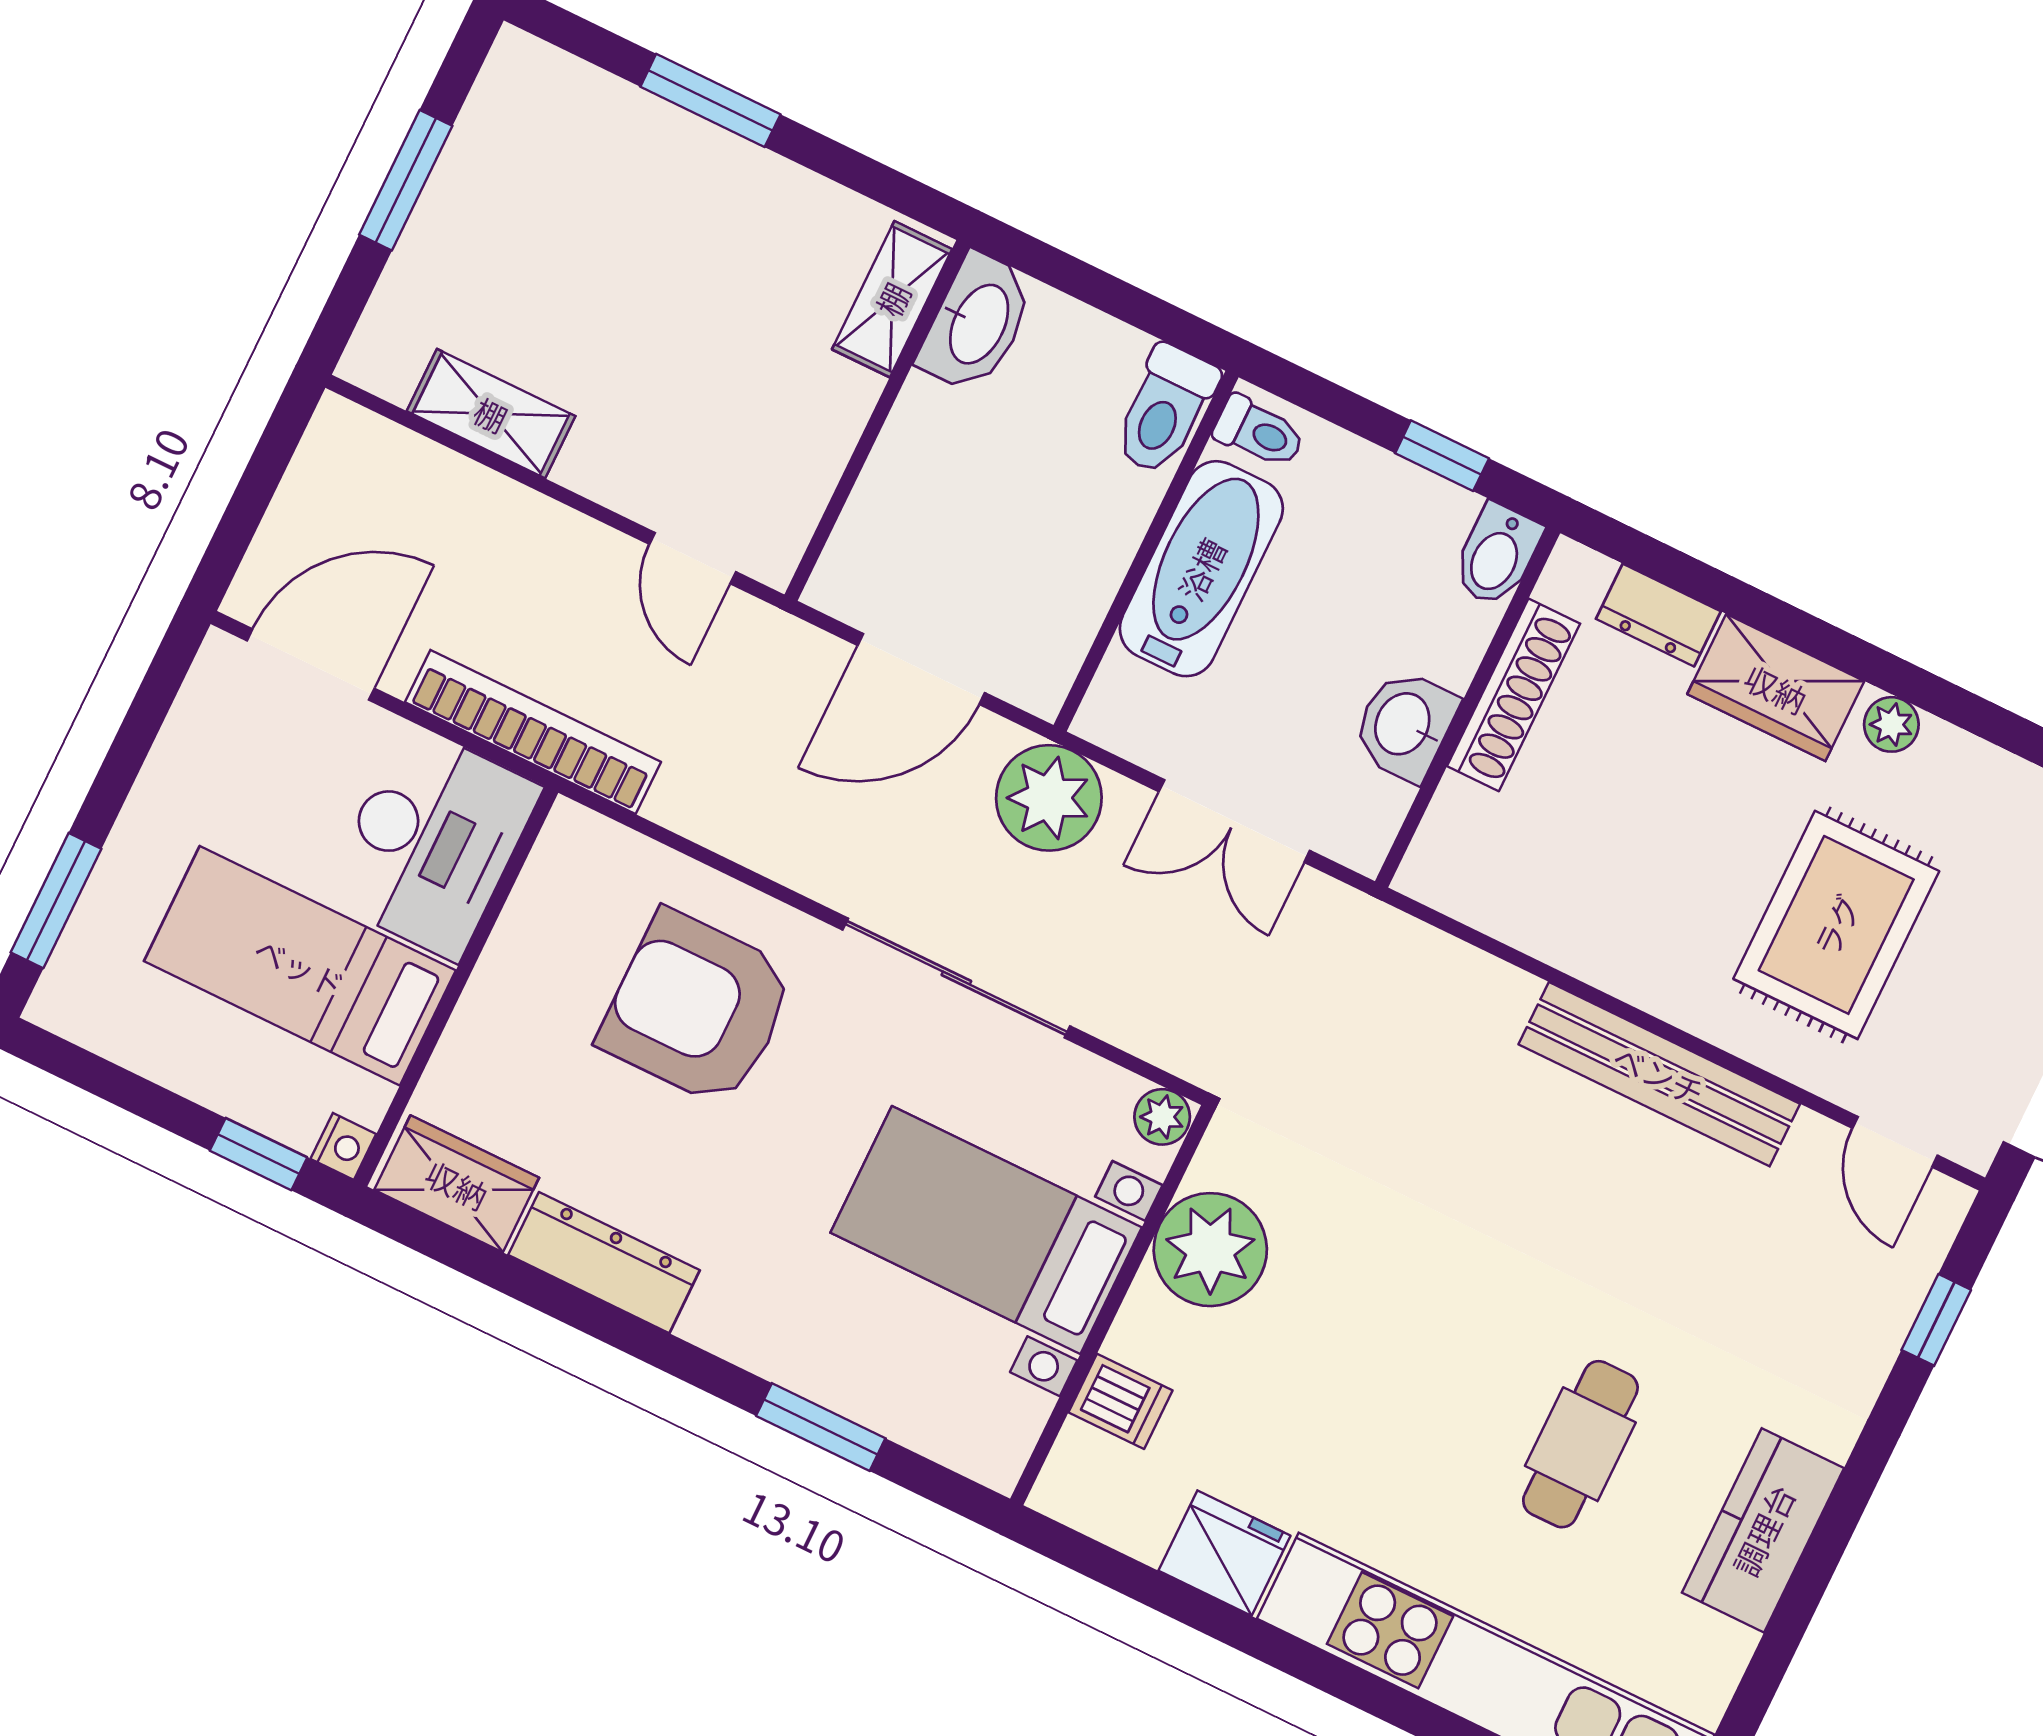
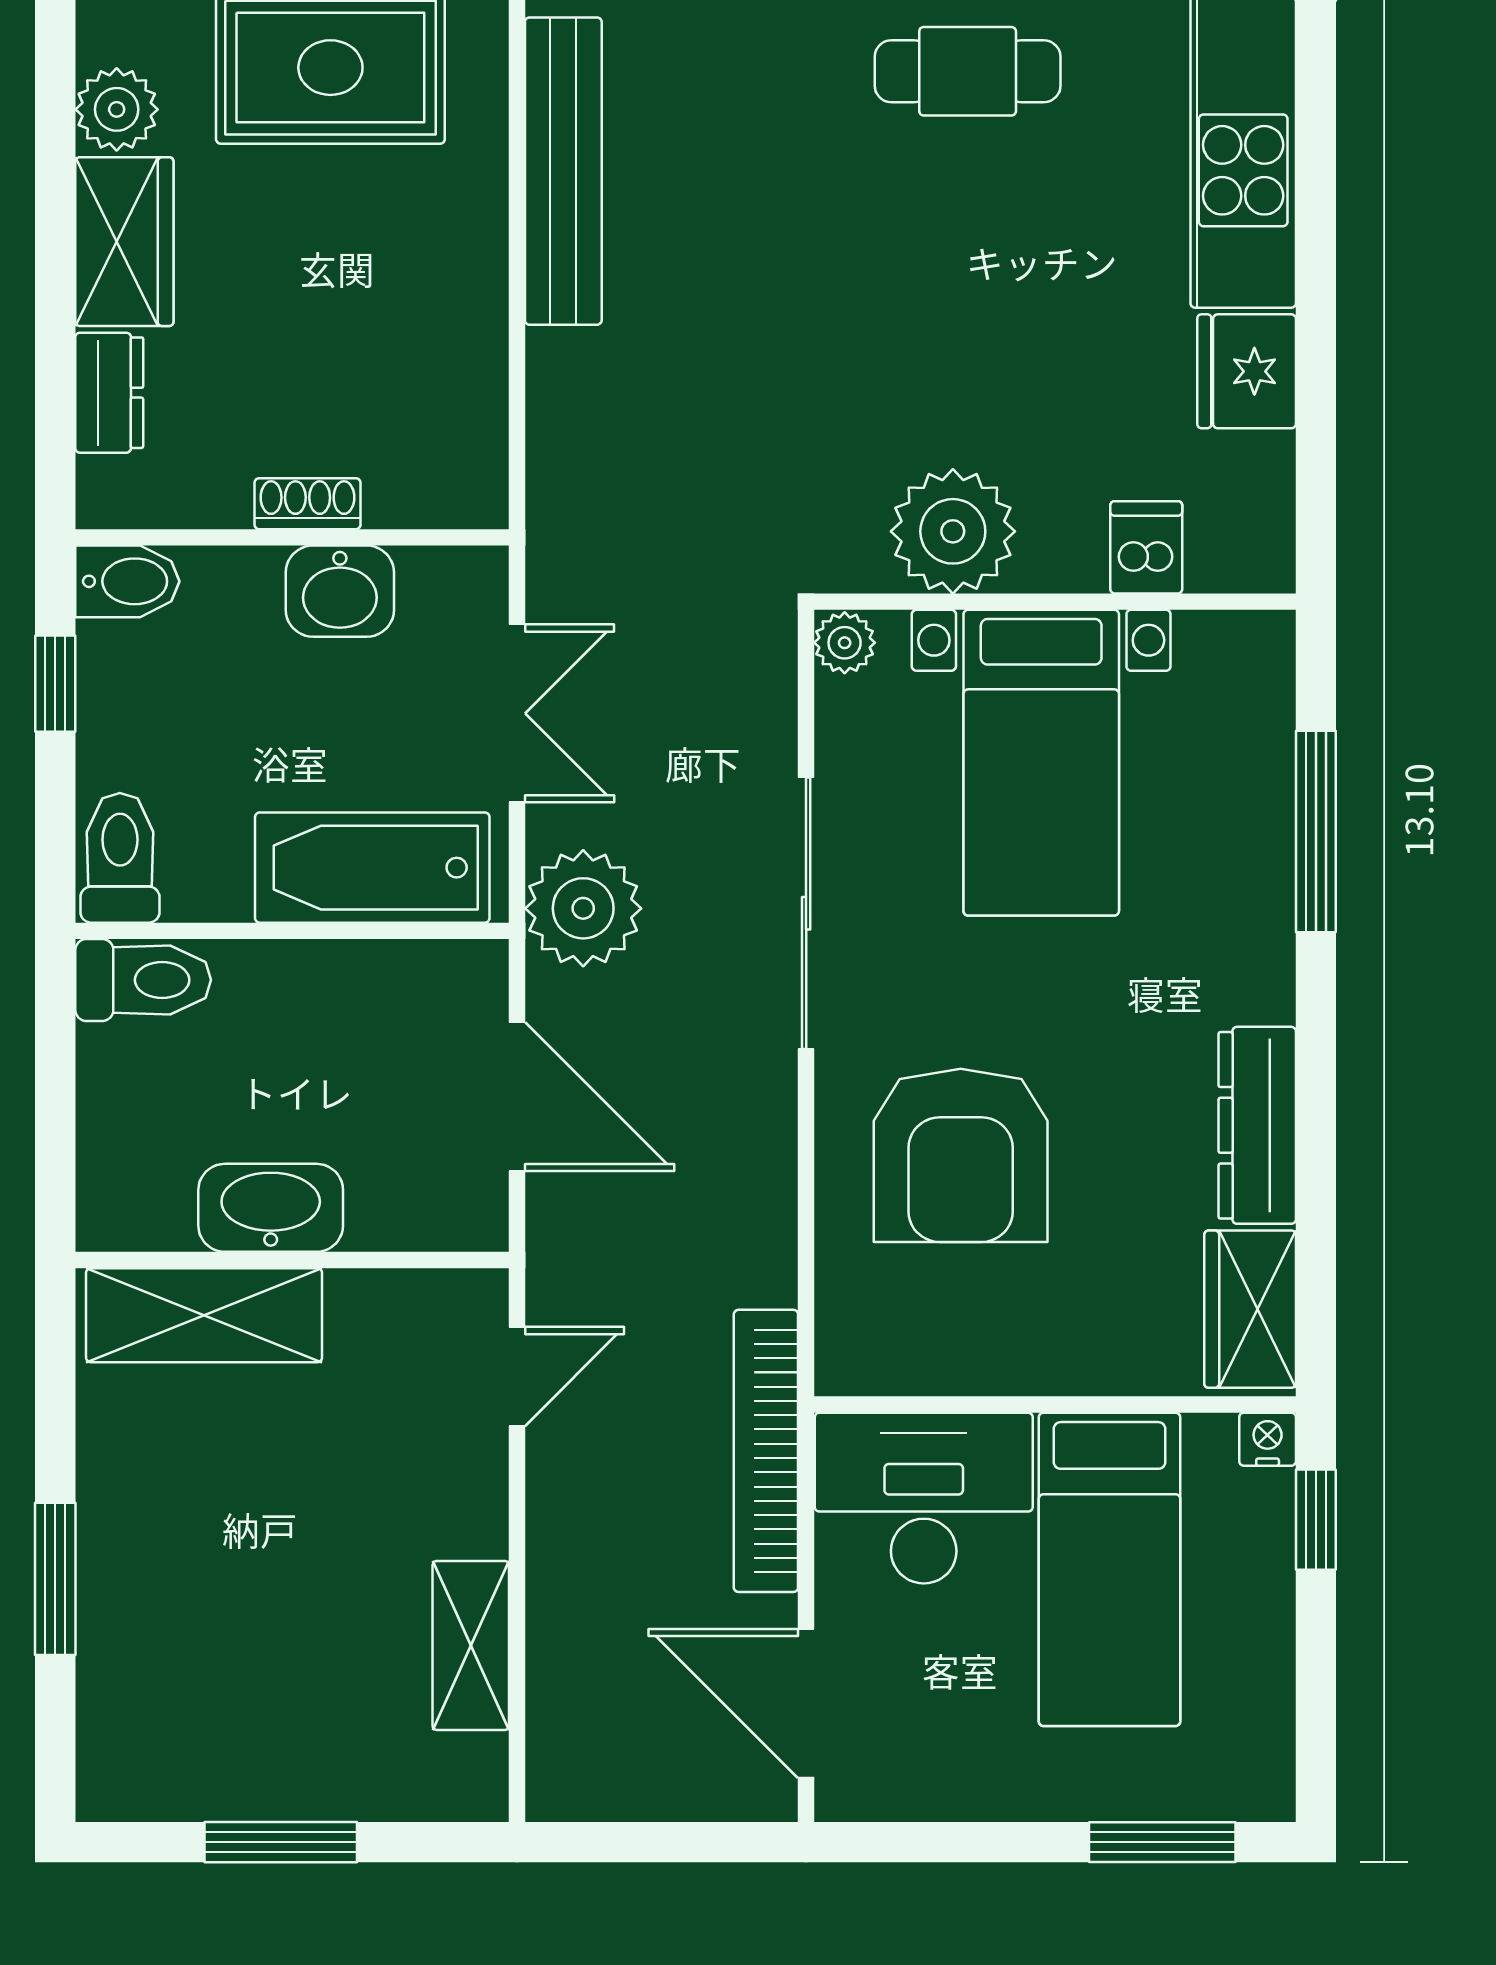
shelving: (892, 299) -> (204, 1315), width x1.50, depth x1.33
washbasin: (977, 323) -> (271, 1208), moved
toilet: (1259, 432) -> (120, 858), width x1.37, depth x1.39
bathtub: (1201, 569) -> (372, 868), moved
shoe rack: (1514, 695) -> (308, 504), width x0.51, depth x0.81
plant: (1891, 724) -> (117, 109), width x1.38, depth x1.38
window: (821, 1427) -> (1316, 832), width x1.44

